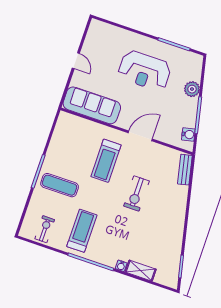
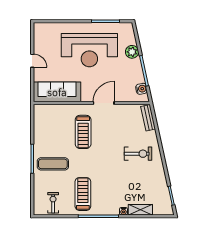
reception desk: (145, 71) -> (89, 50), width x1.36, depth x1.30
exercise bike: (136, 193) -> (138, 154), moved, turned -90

